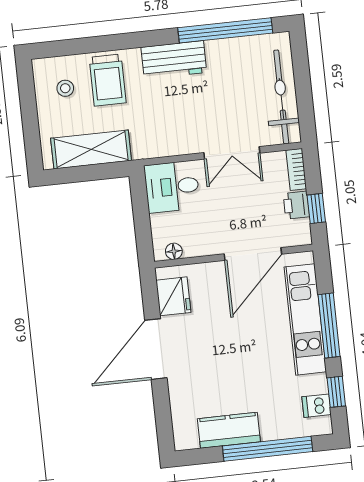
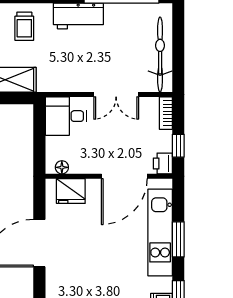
trolley: (108, 80) -> (24, 26), width x0.73, depth x0.72
printer: (296, 205) -> (163, 163), moved
fridge: (173, 296) -> (71, 191), moved, turned 90
window: (329, 326) -> (178, 239), width x0.69

